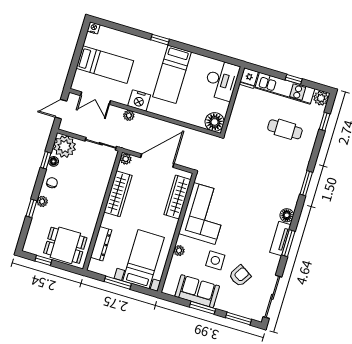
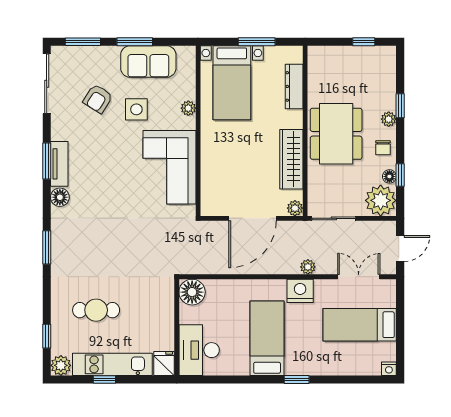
wardrobe: (177, 197) -> (211, 178), removed
dining table: (65, 245) -> (336, 134), moved, width x1.38

